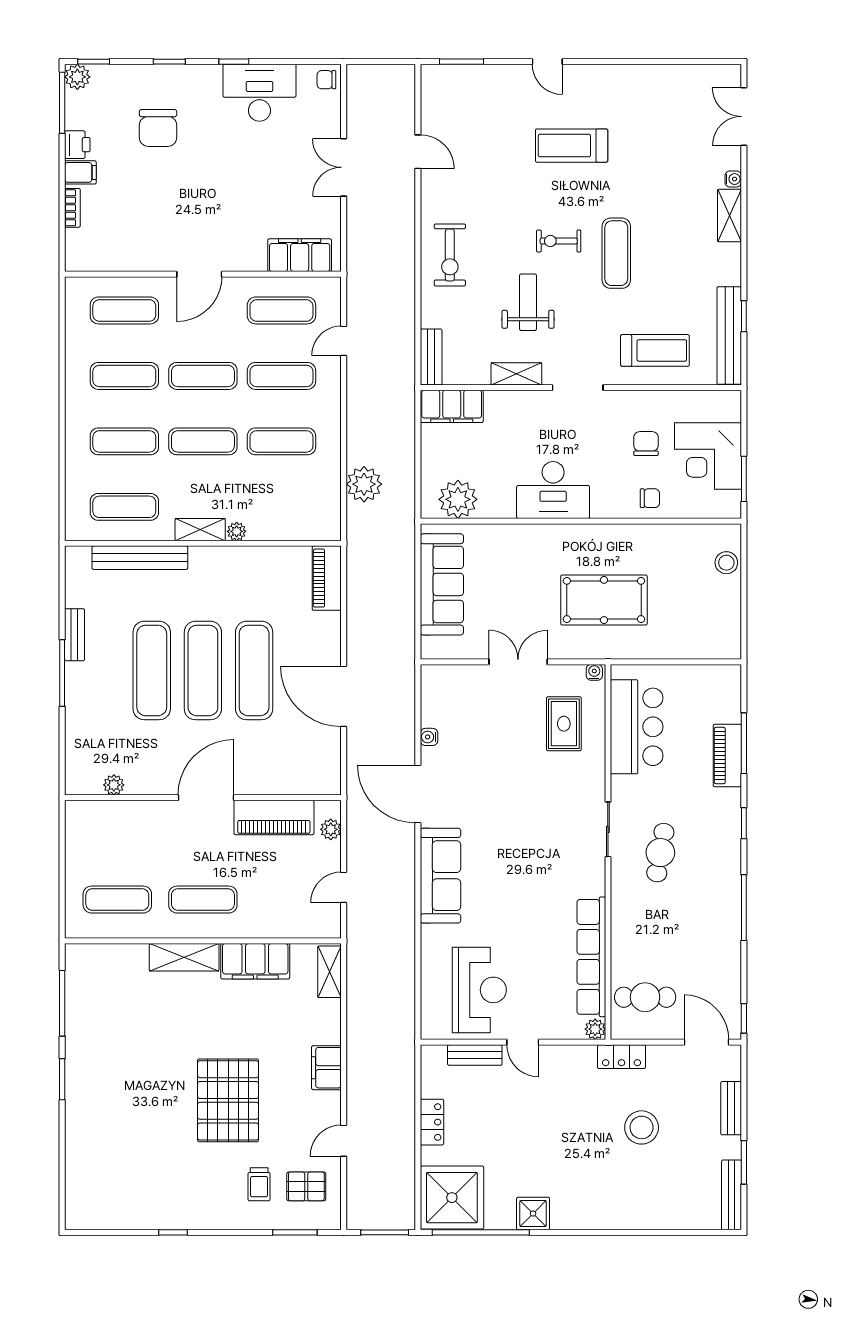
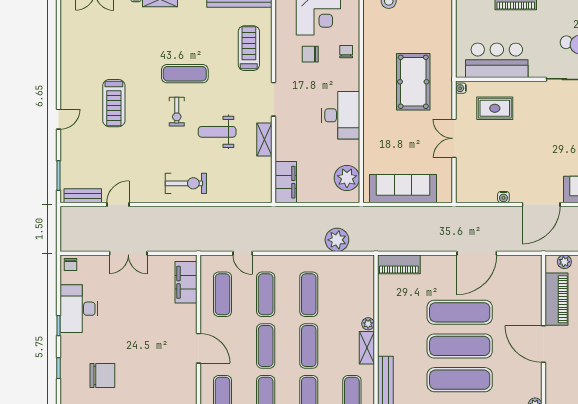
bench: (431, 357) -> (83, 196), moved

